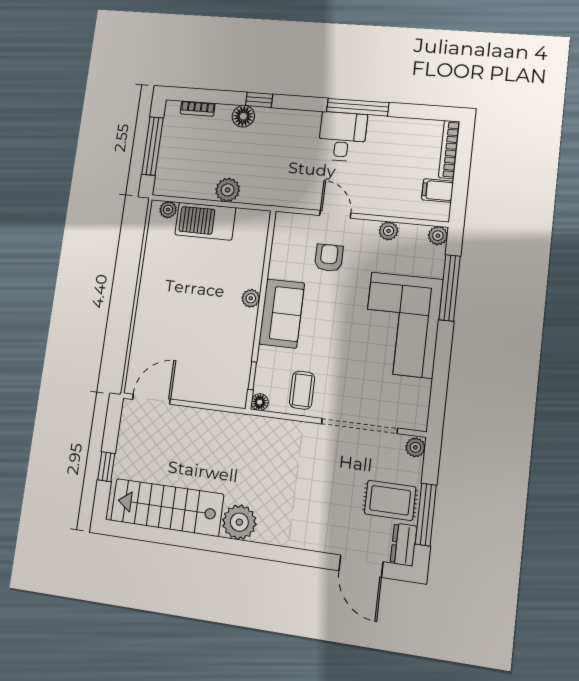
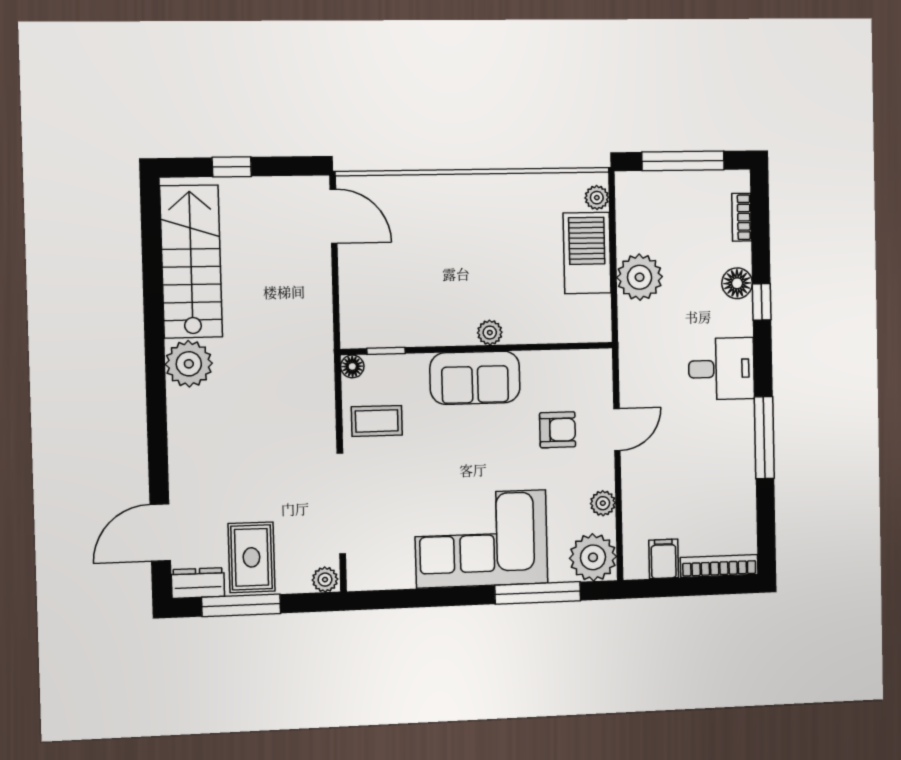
desk: (342, 137) -> (721, 369), moved
plant: (228, 190) -> (640, 277), width x1.36, depth x1.36
plant: (438, 236) -> (593, 557), width x1.87, depth x1.87

